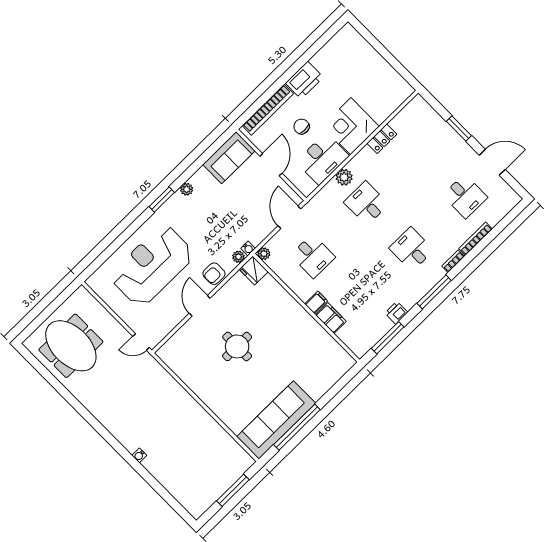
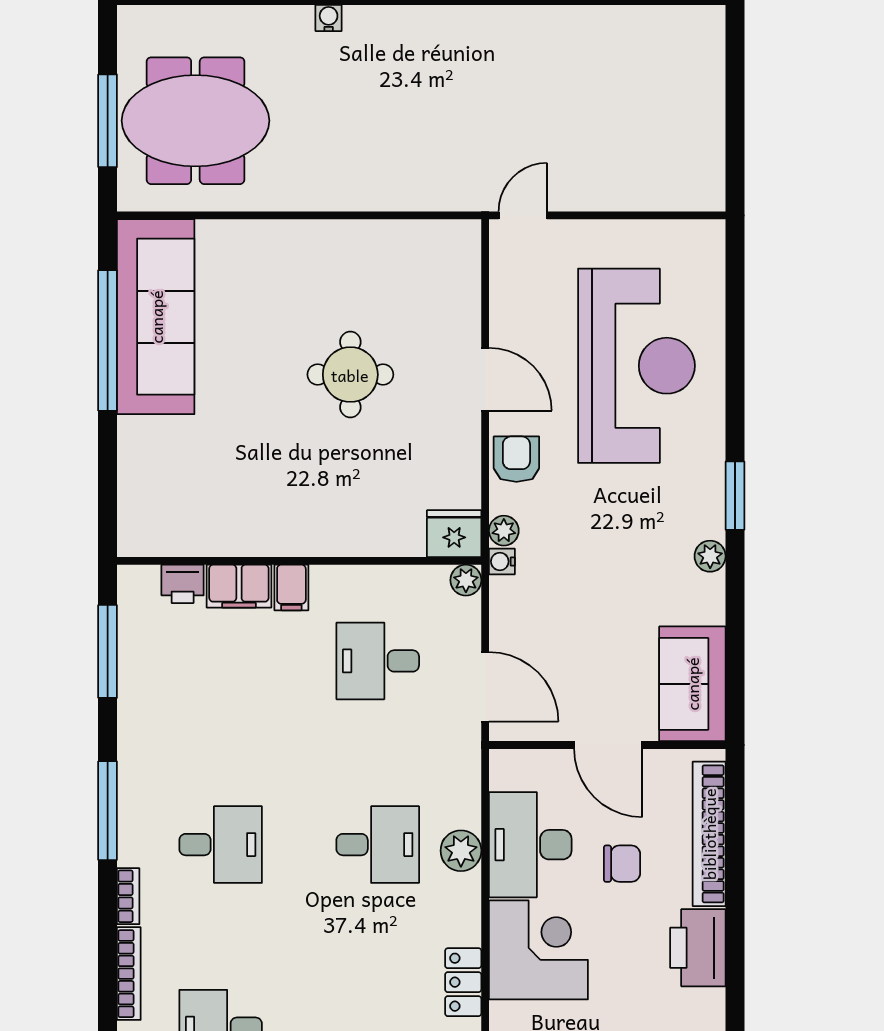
printer: (396, 313) -> (183, 584), moved, turned 90
meeting table: (71, 346) -> (195, 121), moved

